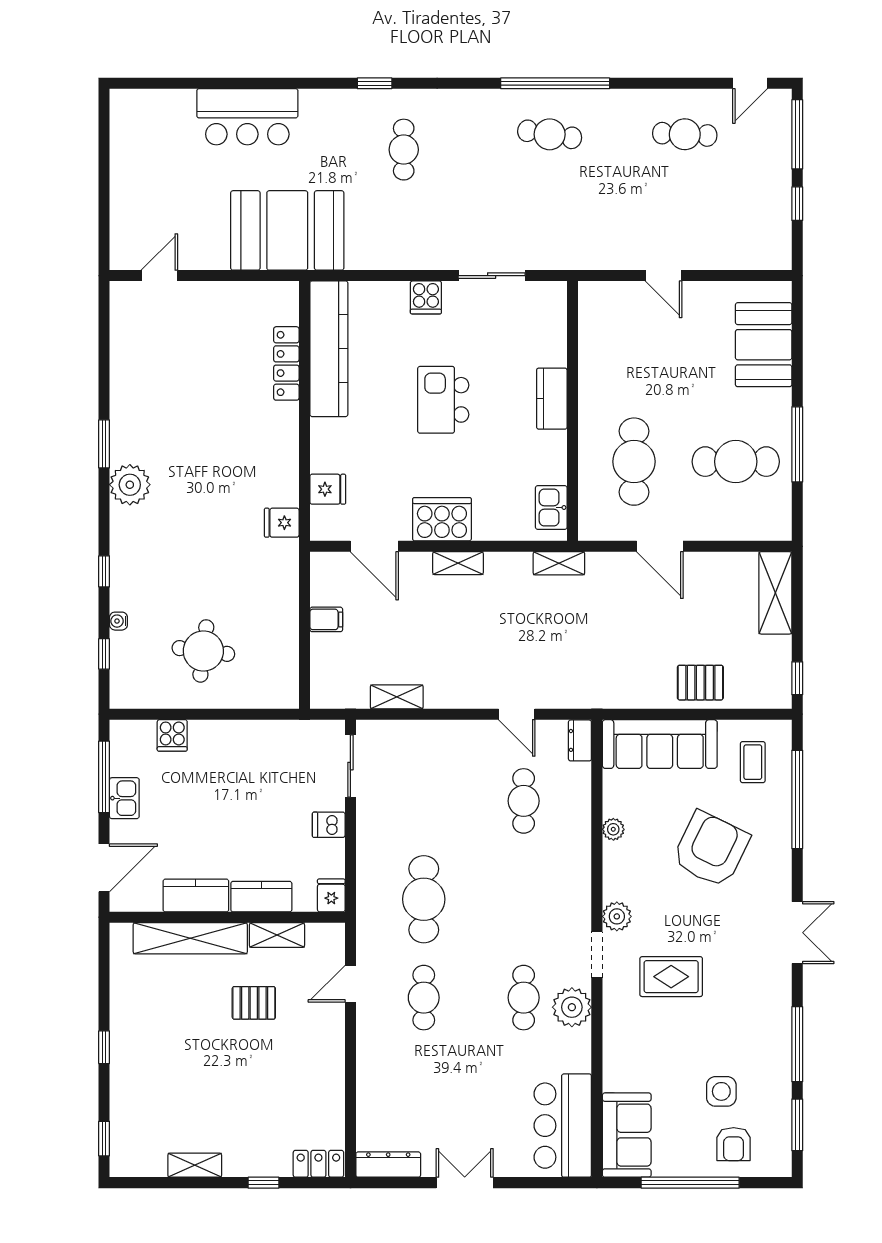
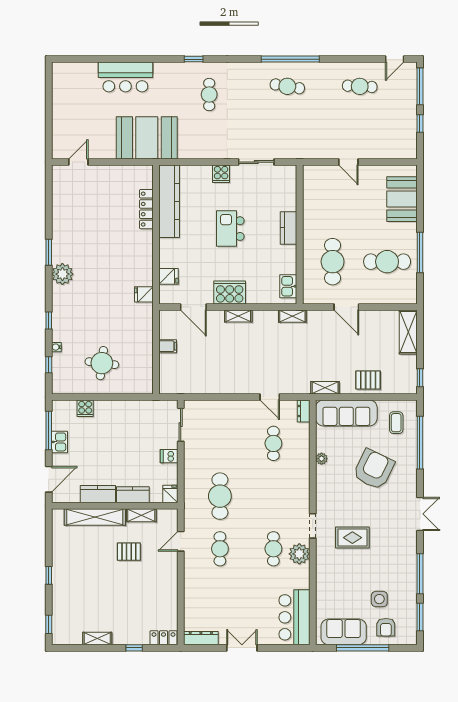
shelving: (397, 697) -> (325, 388), moved
plant: (617, 916) -> (323, 505), removed
sofa: (627, 1135) -> (344, 632), moved, turned -90

